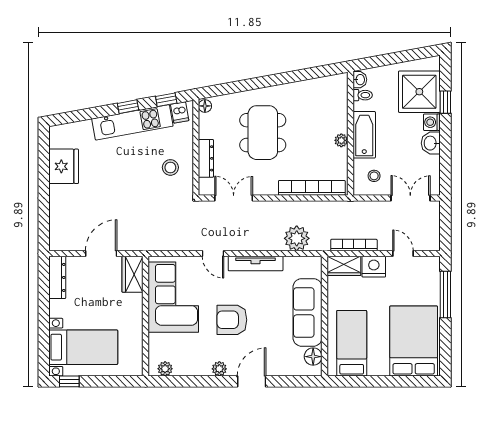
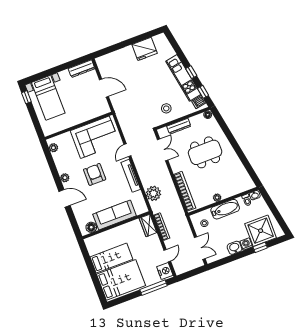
nightstand: (374, 267) -> (165, 271), moved
wardrobe: (132, 274) -> (99, 110), removed
bed: (352, 343) -> (111, 258), moved

